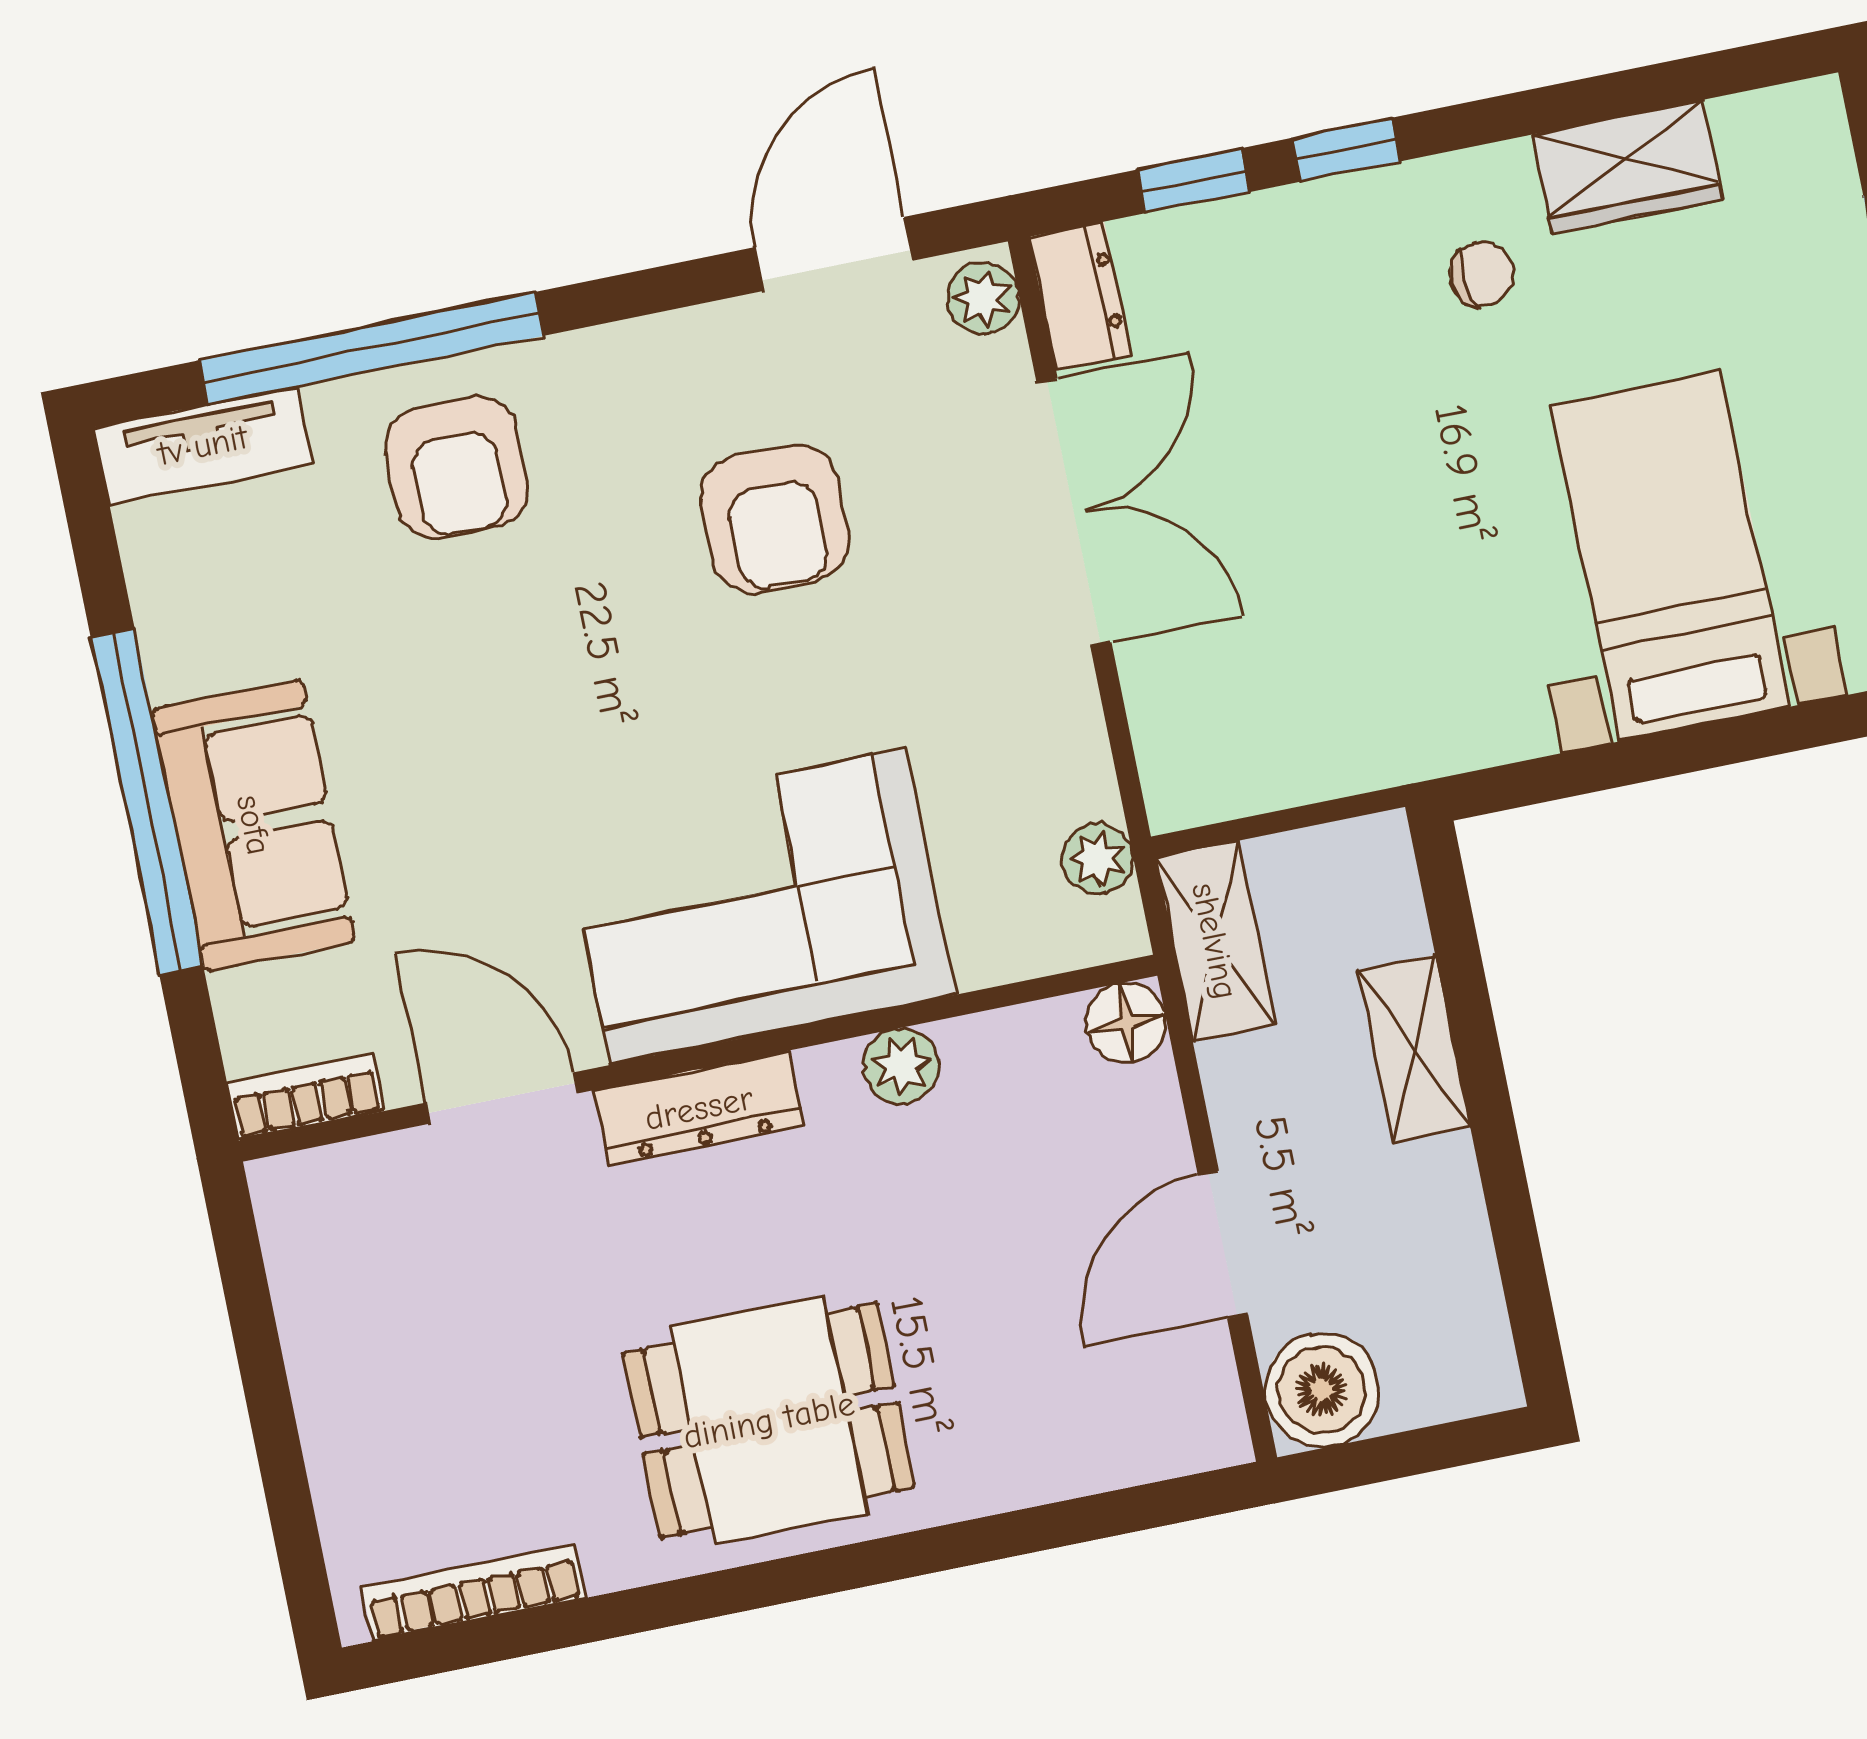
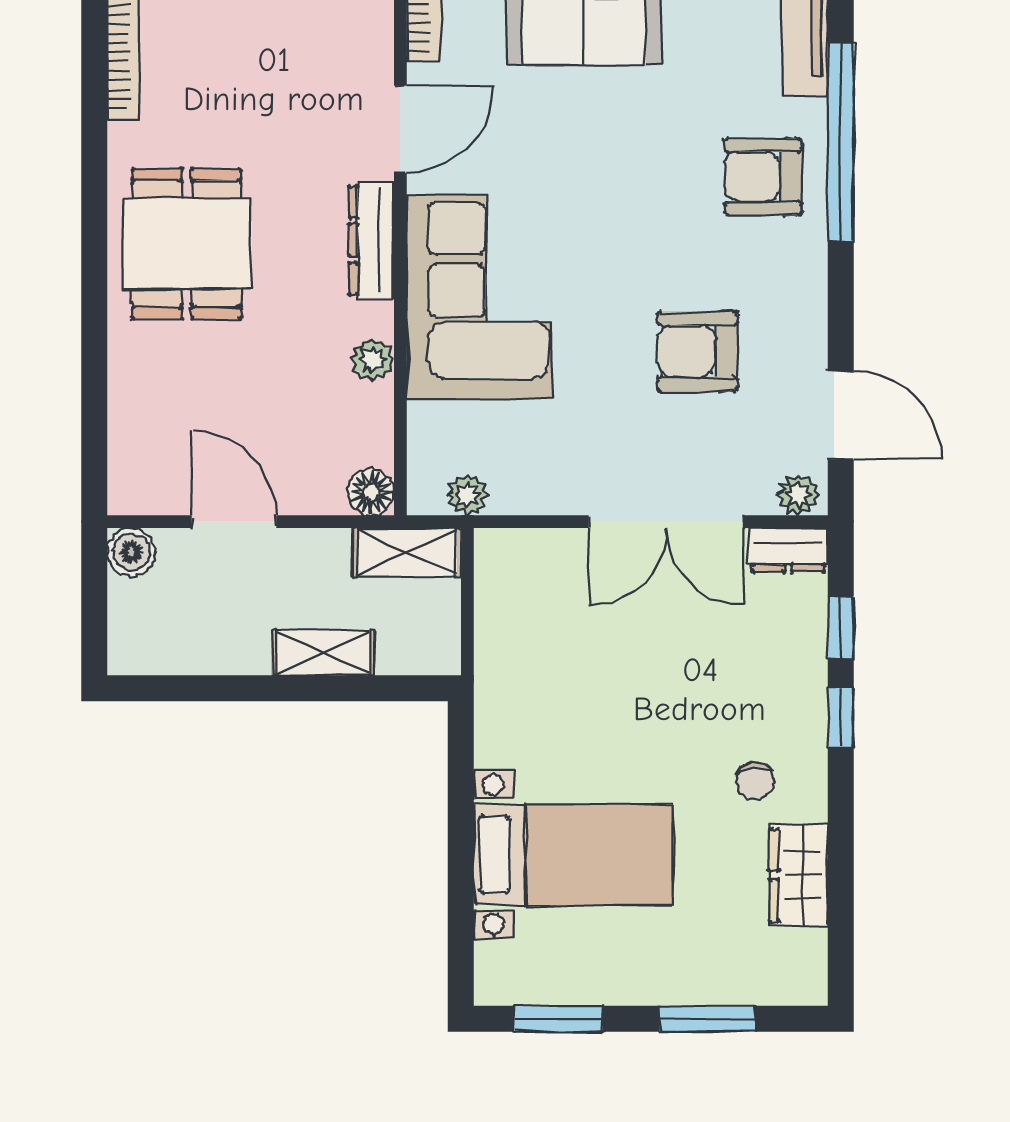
boiler: (1322, 1390) -> (131, 552), width x0.73, depth x0.73

